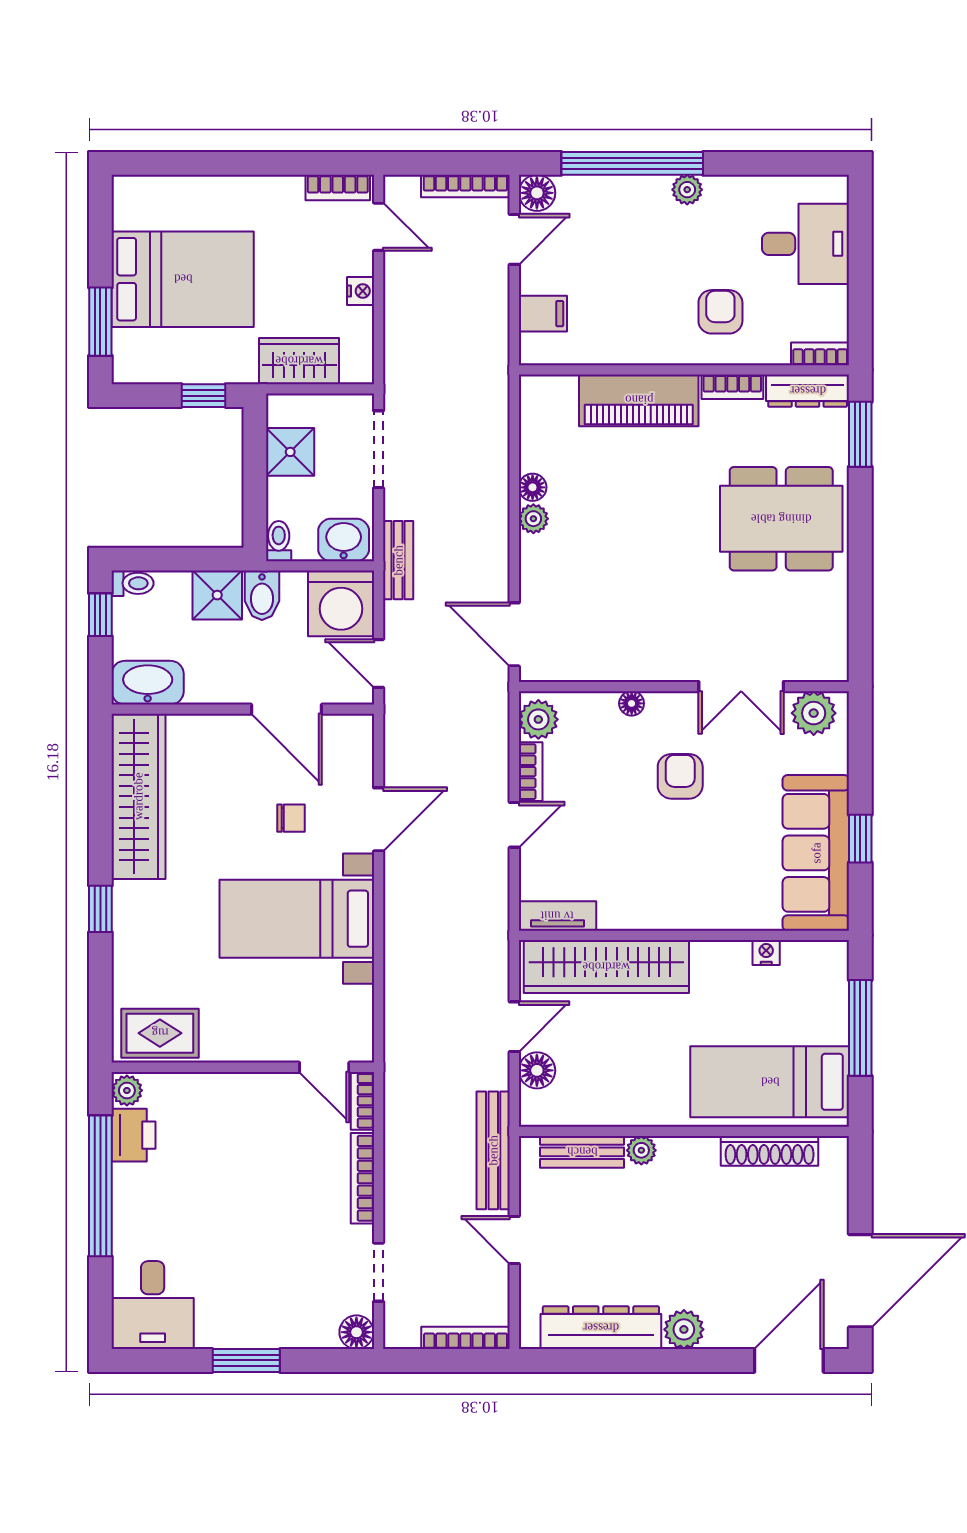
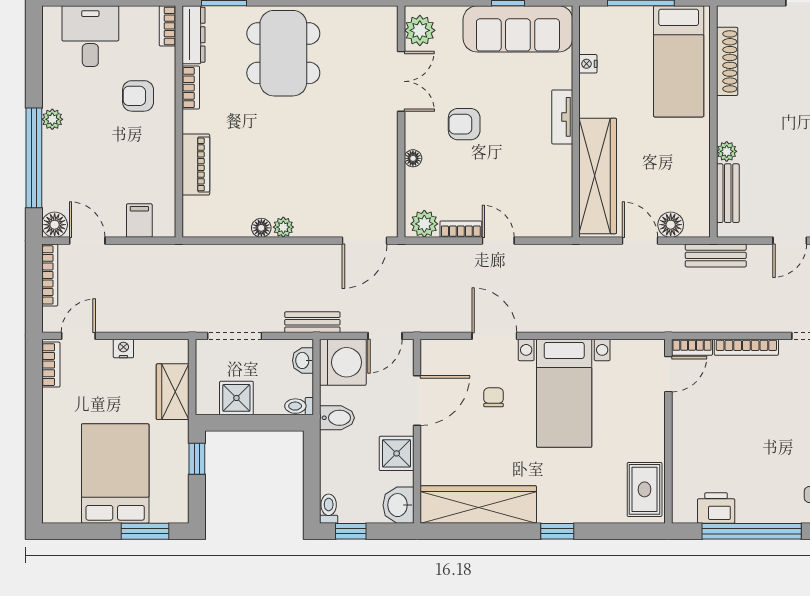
piano: (639, 400) -> (196, 164), width x0.73, depth x0.75
washbasin: (344, 540) -> (303, 360), width x0.72, depth x0.69
shower: (217, 595) -> (397, 453), moved
washbasin: (148, 683) -> (398, 505), width x0.72
tv unit: (557, 916) -> (562, 117), moved
plant: (127, 1090) -> (685, 513), removed
bench: (493, 1150) -> (716, 255), width x0.73

